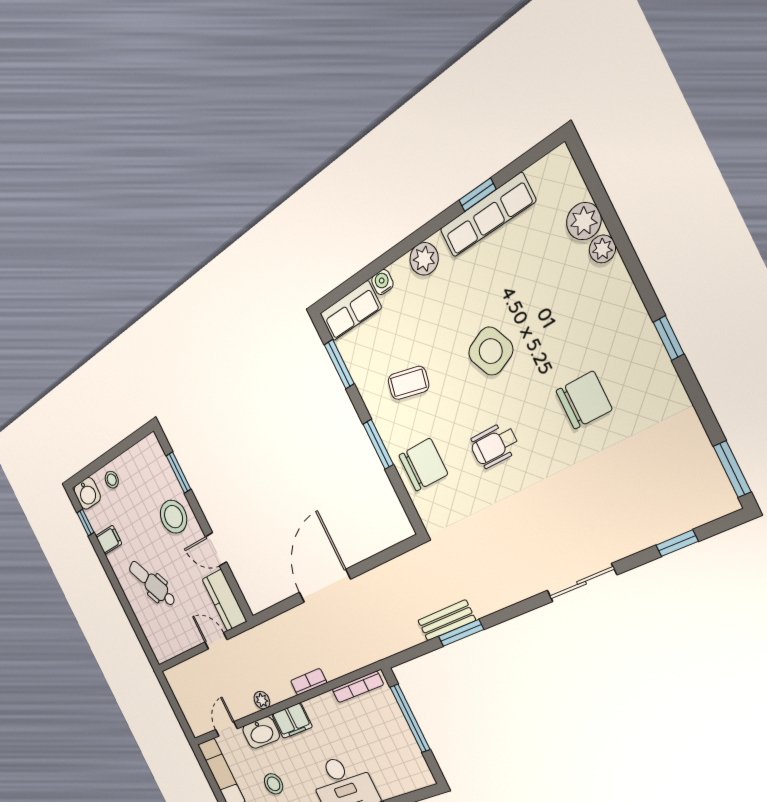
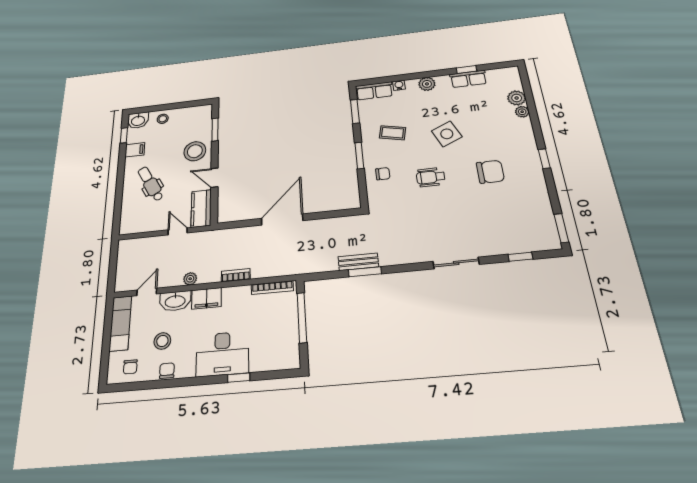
row of seats: (487, 215) -> (468, 79), width x0.68
chair: (423, 465) -> (383, 174), width x0.54, depth x0.54

